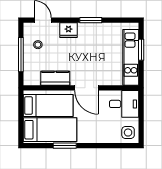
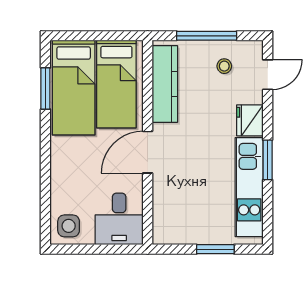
kitchen unit: (131, 57) -> (249, 187), moved, turned -90
kitchen counter: (55, 78) -> (165, 84), width x1.50
window: (65, 146) -> (45, 88), moved

